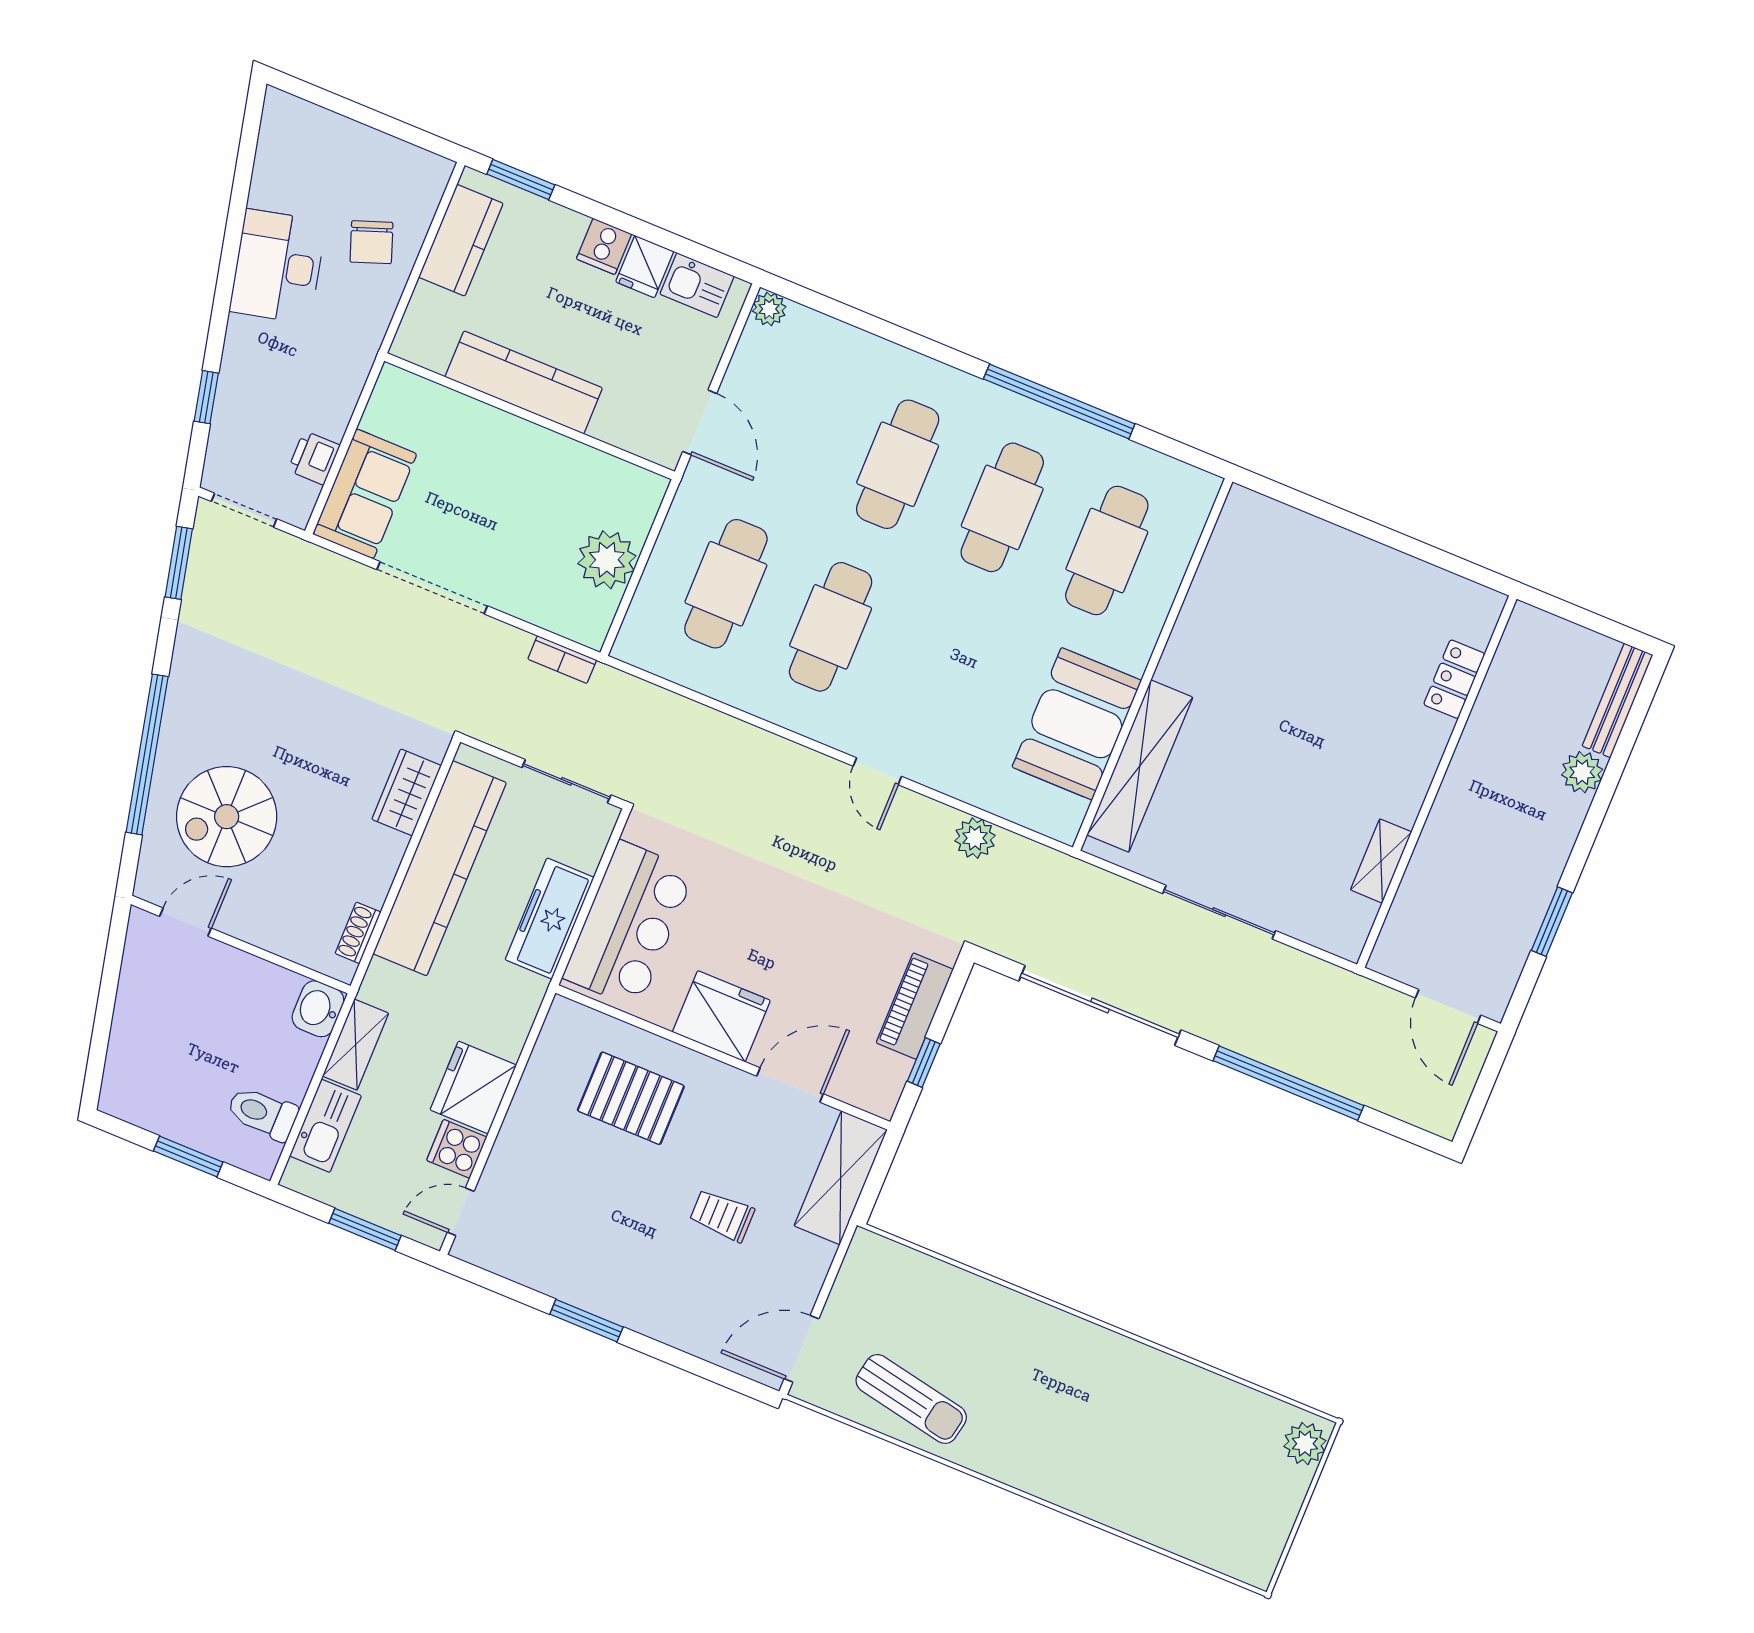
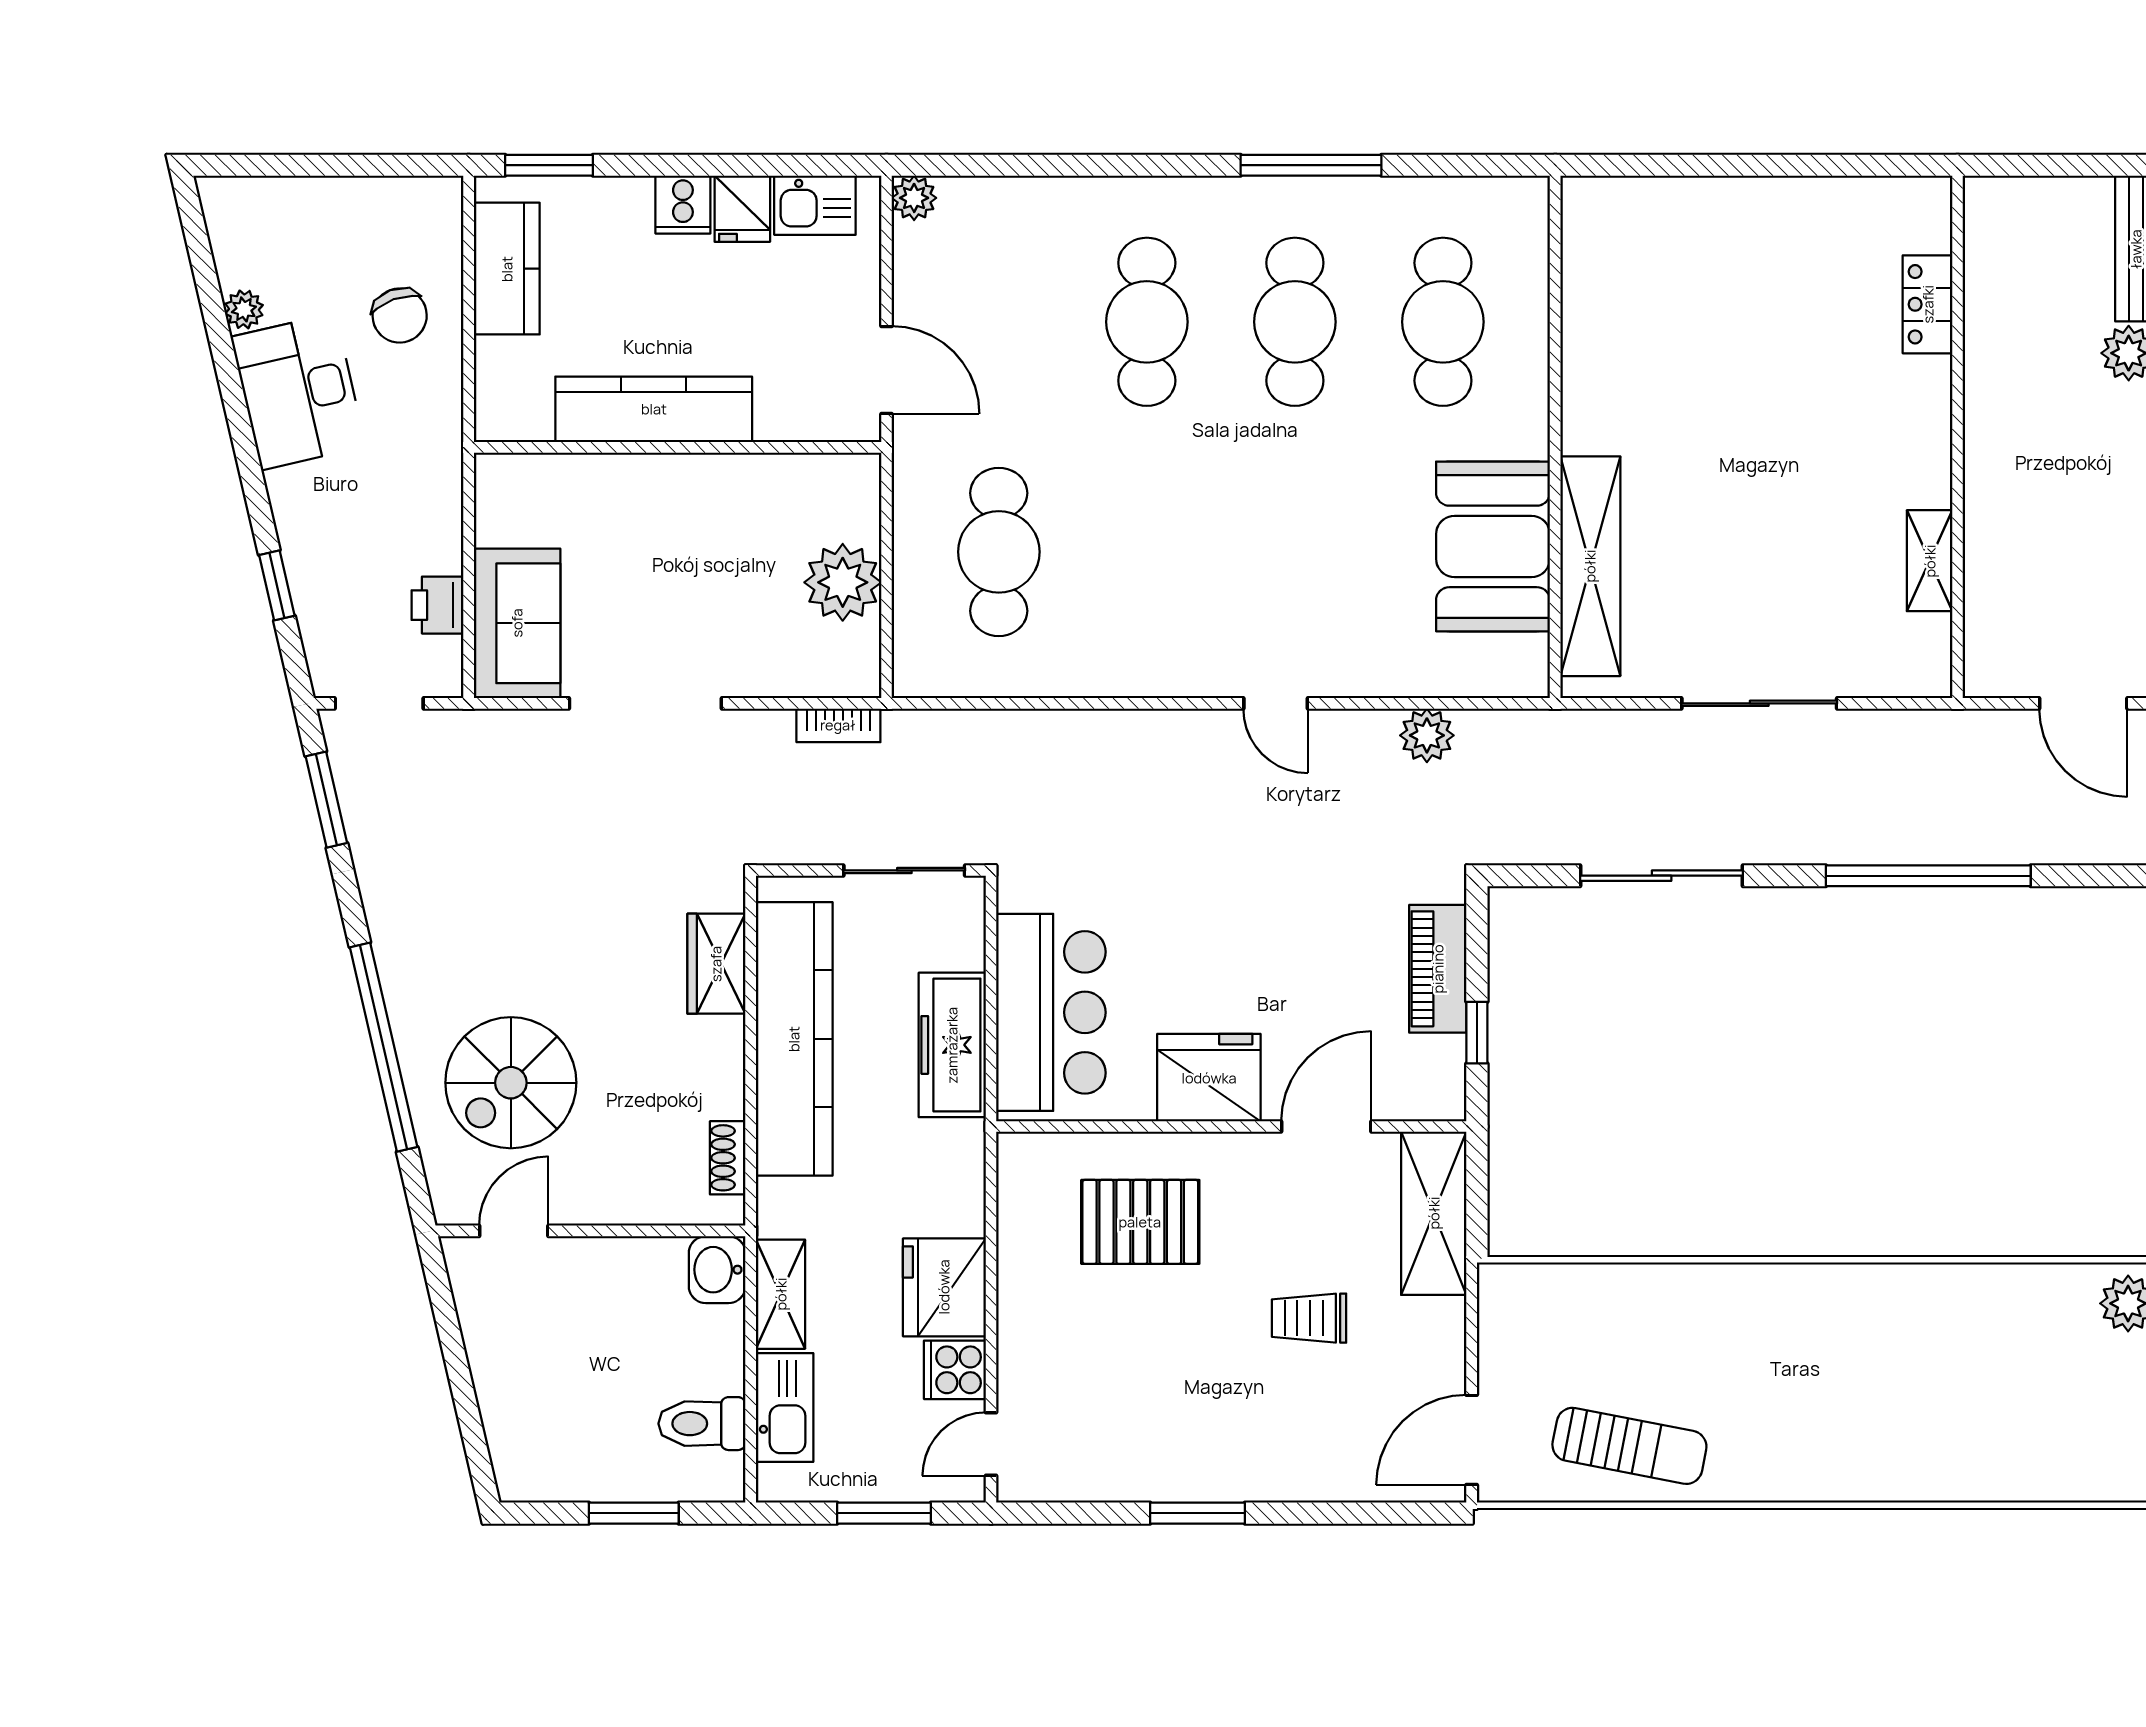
plant: (263, 193) -> (244, 309), added
window: (1059, 401) -> (1311, 165), width x0.68
cafe table: (831, 627) -> (1147, 552), removed
sliding door: (1100, 1005) -> (1662, 876), width x0.73

